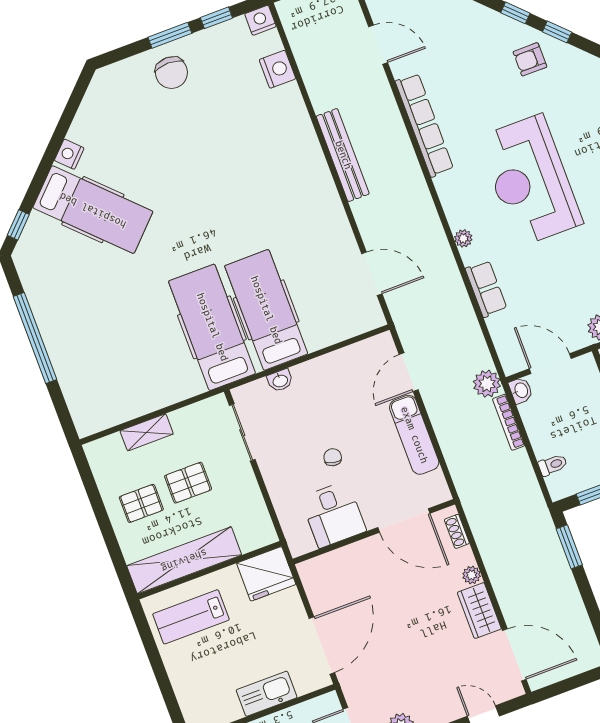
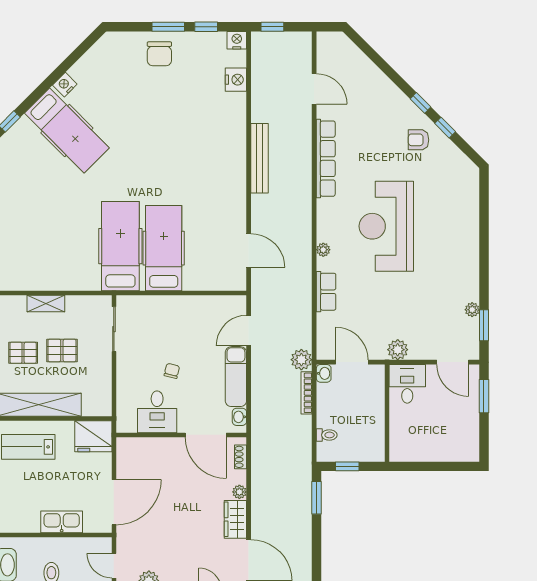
washbasin: (280, 380) -> (239, 417), moved, turned 90

